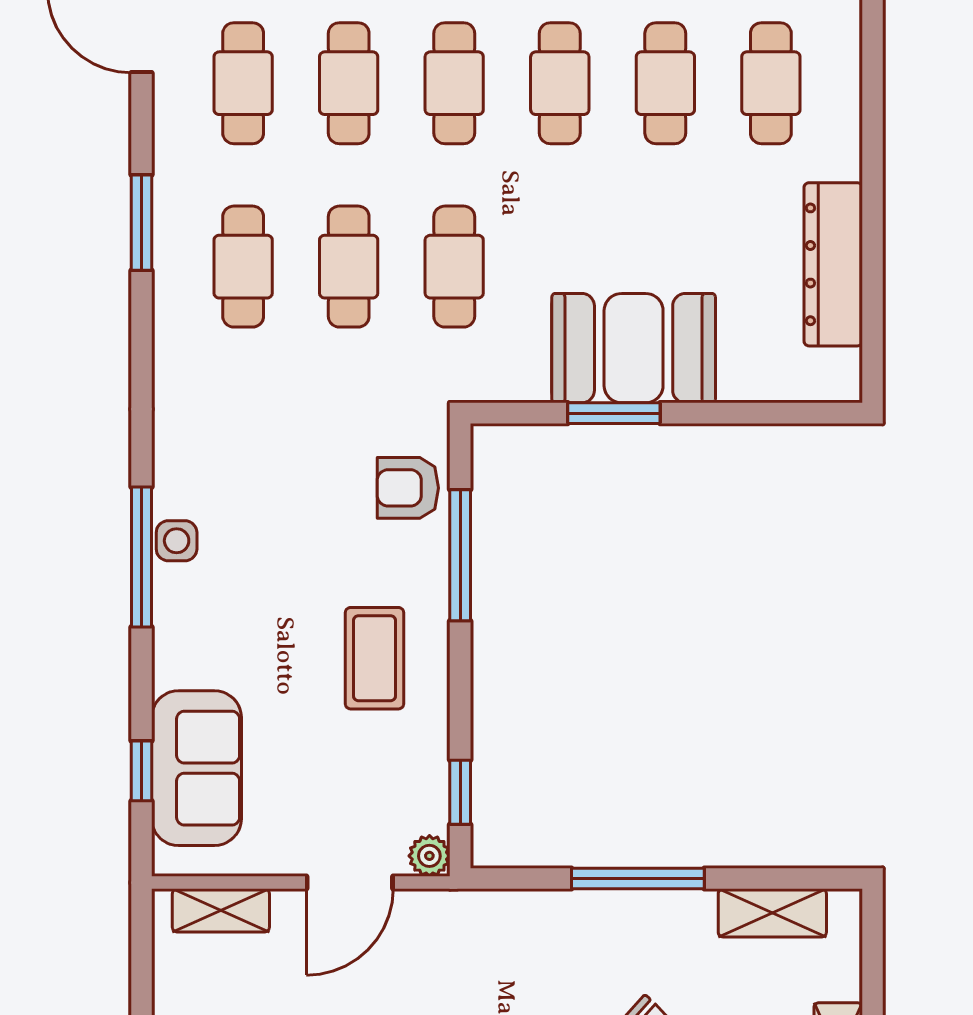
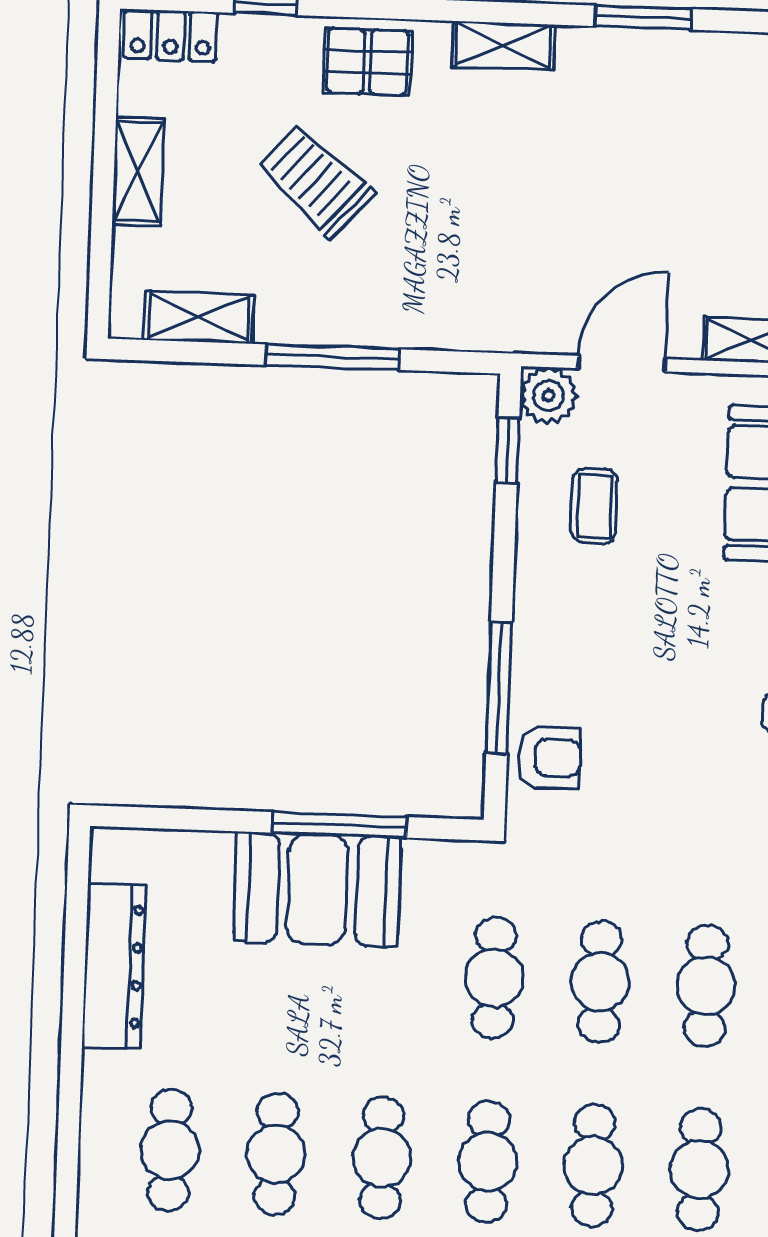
window: (614, 413) -> (340, 825), width x1.44
coffee table: (374, 658) -> (594, 506), moved, width x0.73, depth x0.77
plant: (429, 856) -> (548, 396), width x1.38, depth x1.38

